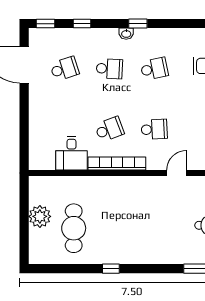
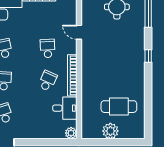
school desk: (109, 129) -> (48, 81), turned 45
plant: (37, 162) -> (71, 133), added
window: (111, 269) -> (148, 56), moved

